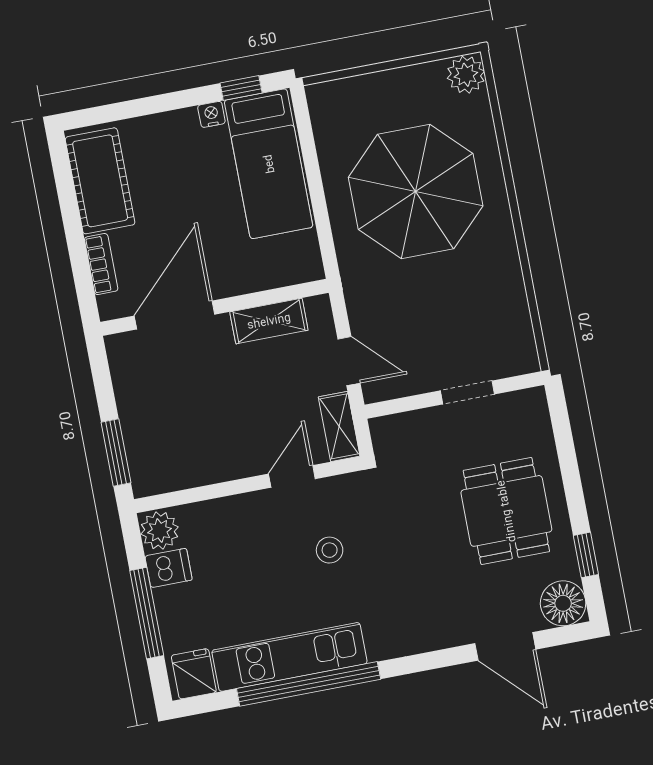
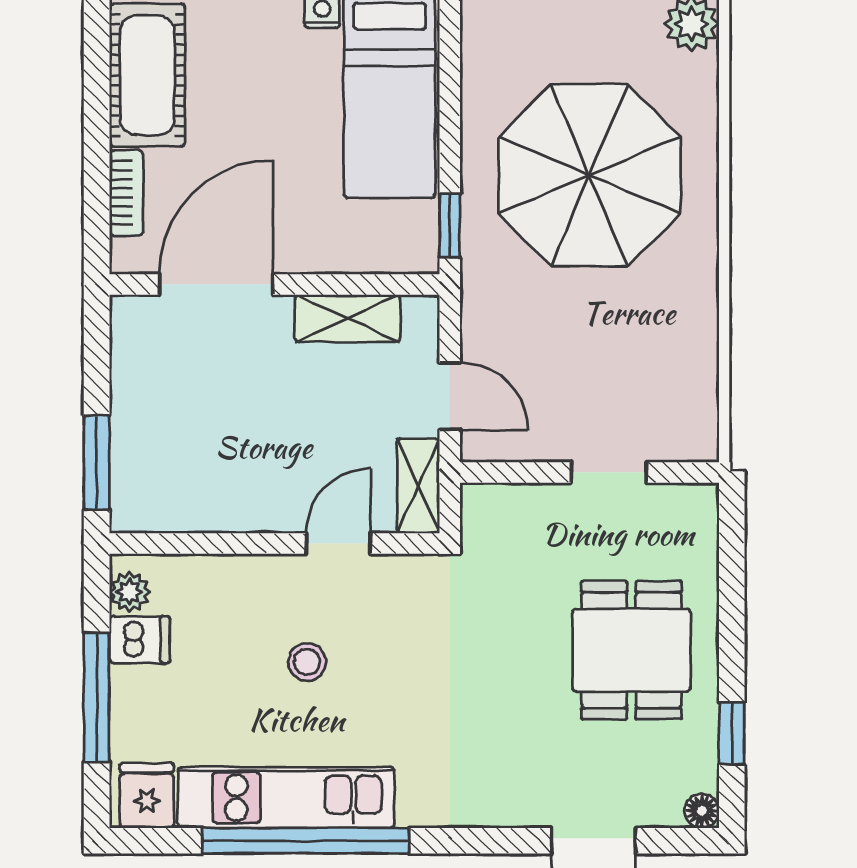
window: (327, 244) -> (450, 226), added
plant: (160, 531) -> (129, 592), width x0.73, depth x0.73
stool: (330, 550) -> (307, 662), moved
floor lamp: (563, 603) -> (702, 811), width x0.53, depth x0.53

